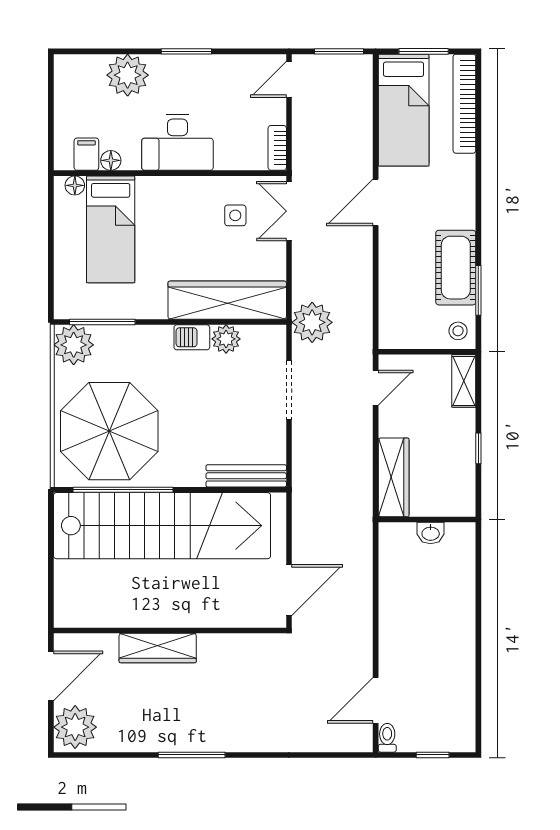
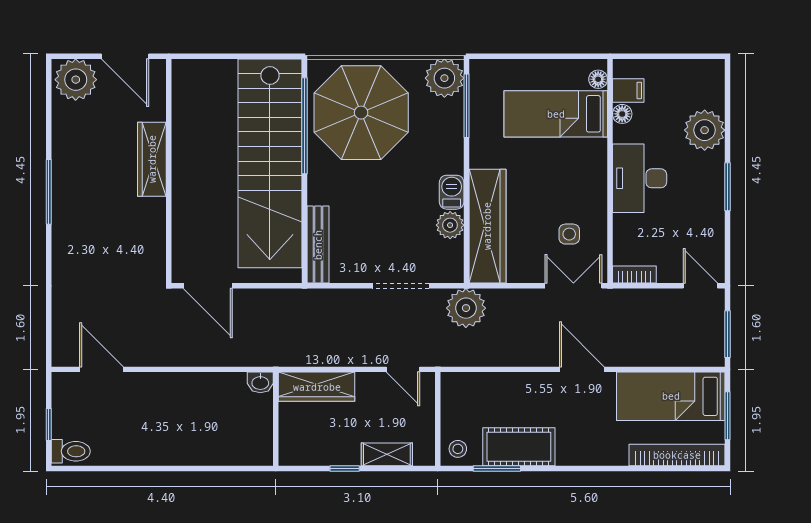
shelving: (464, 381) -> (387, 454), moved
washbasin: (431, 533) -> (260, 382), moved, turned -90
toilet: (387, 738) -> (71, 451), moved, width x1.37, depth x1.39

